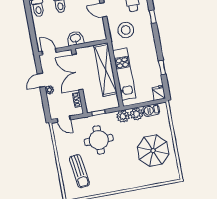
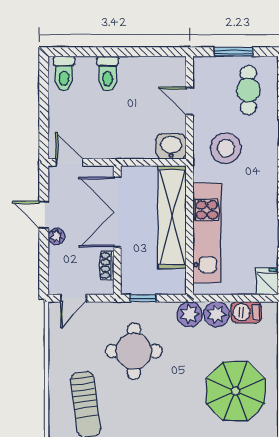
washbasin: (75, 38) -> (171, 146), moved
door: (41, 80) -> (44, 215), hinge flipped
door: (64, 119) -> (74, 298), hinge flipped

